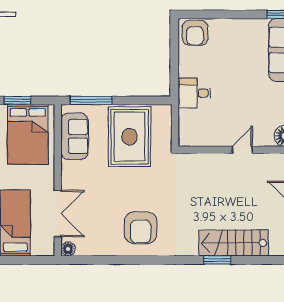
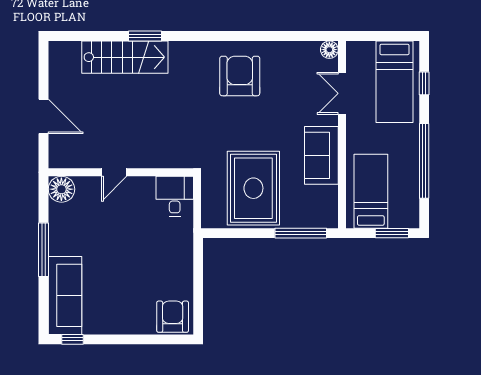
desk: (194, 93) -> (175, 196), moved, turned -90
bed: (28, 134) -> (371, 191), width x0.67
sofa: (74, 136) -> (321, 155), moved
double door: (58, 214) -> (342, 93), width x0.73

